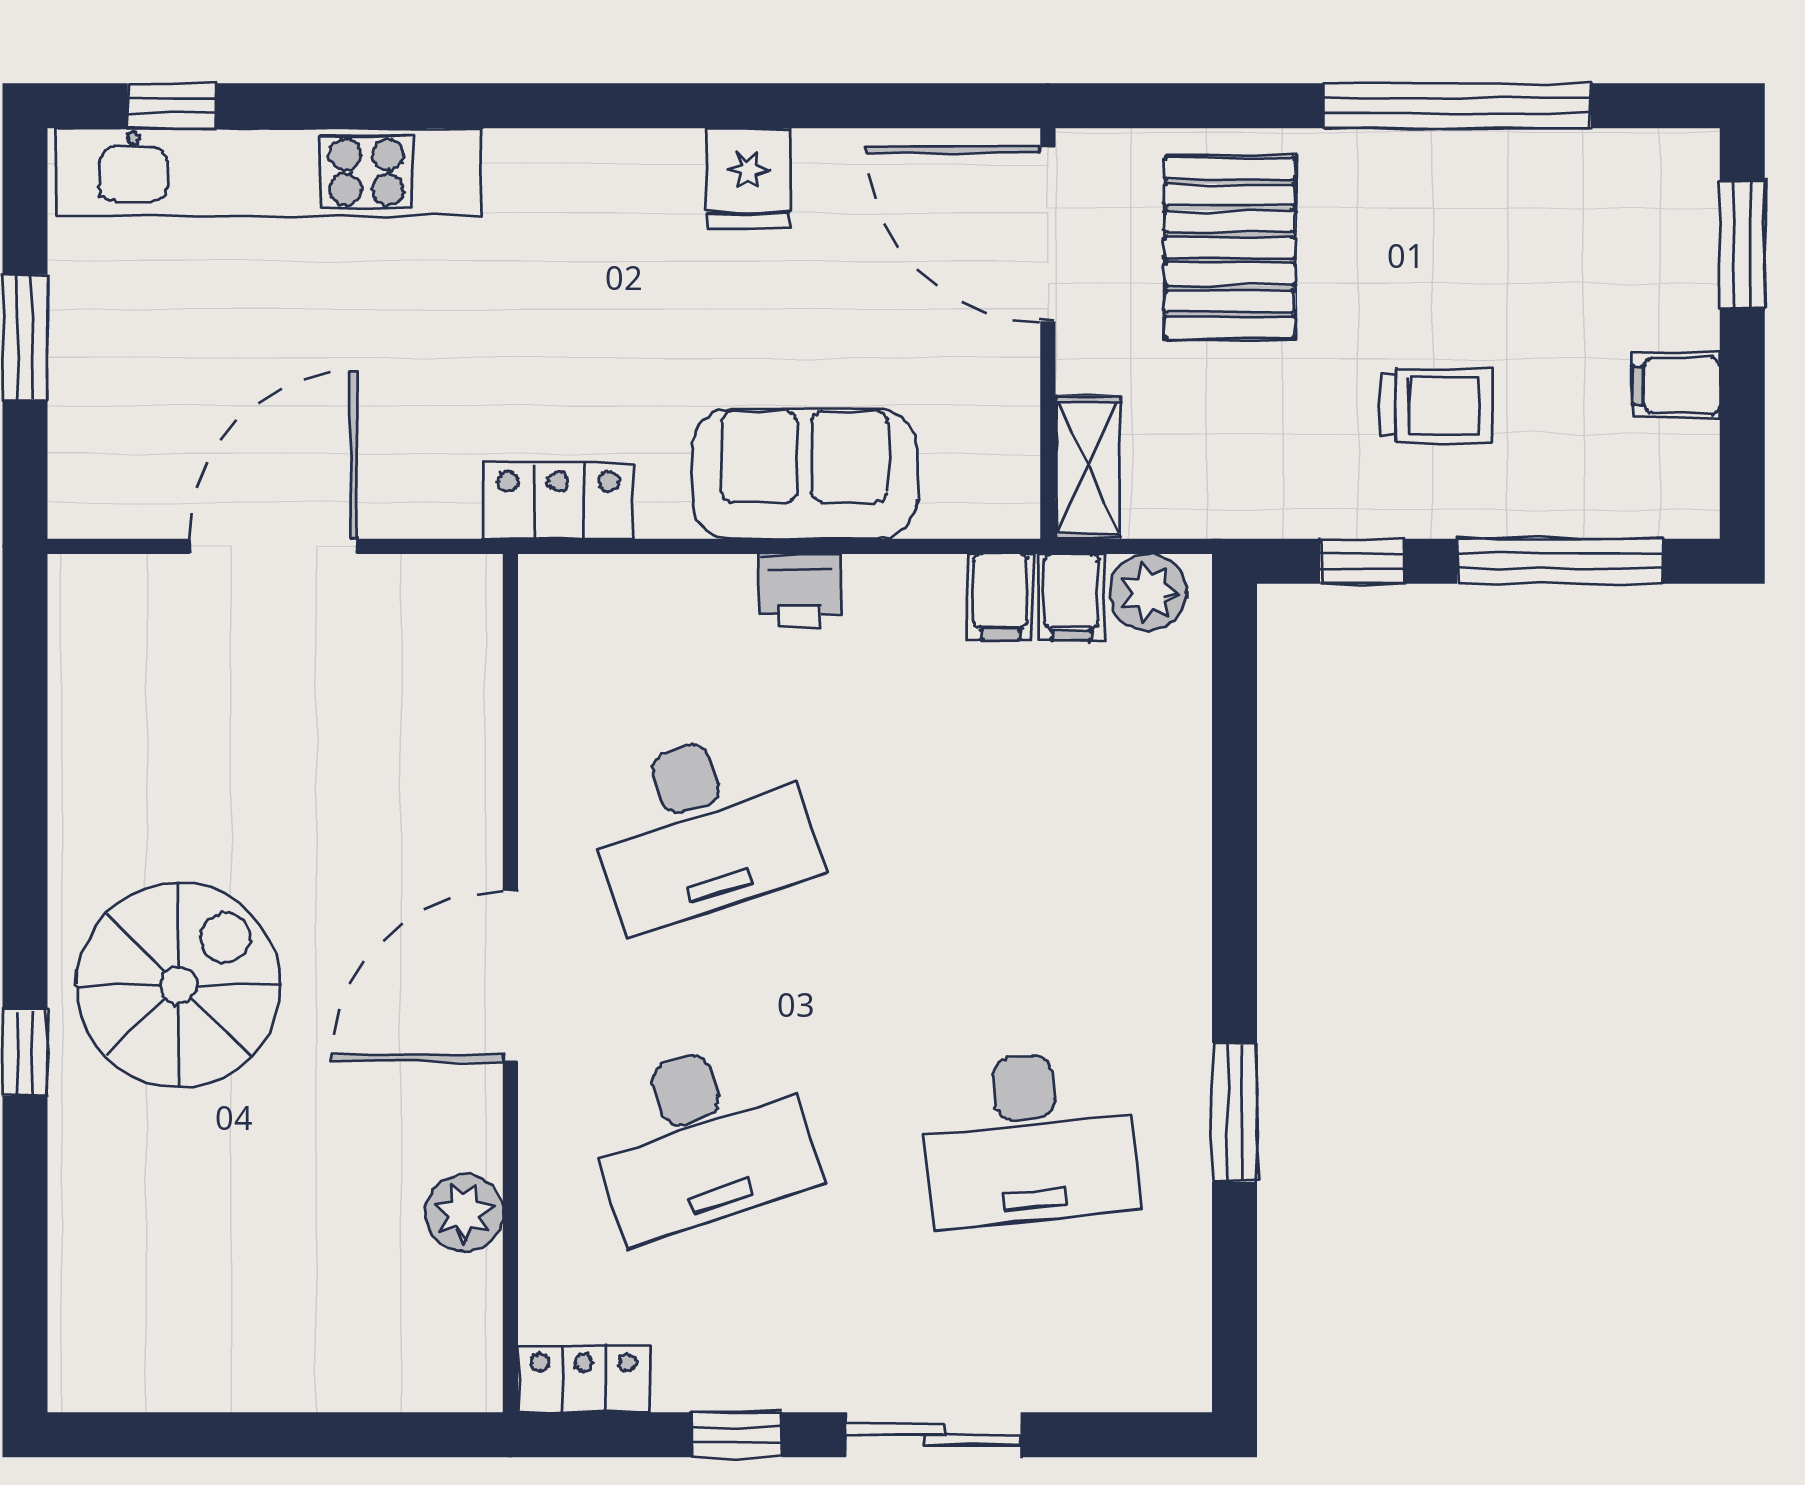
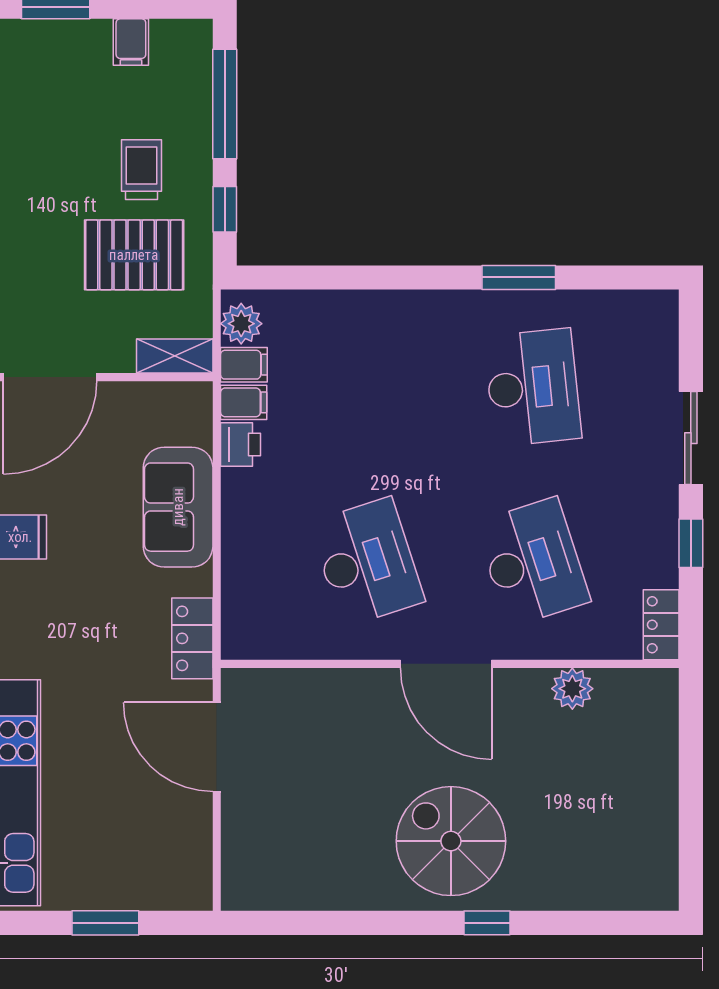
pallet: (1230, 248) -> (134, 255), moved
door: (273, 546) -> (217, 747), moved
printer: (800, 591) -> (241, 445), moved

